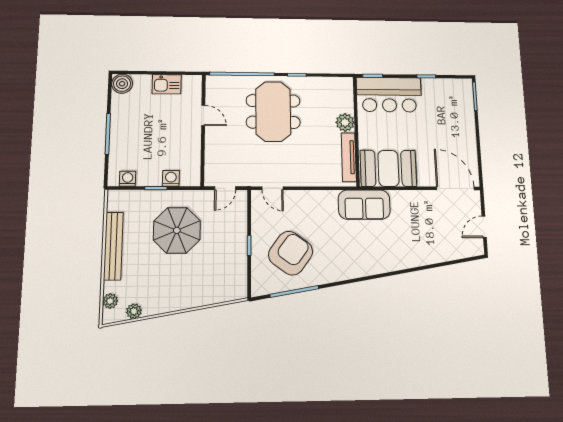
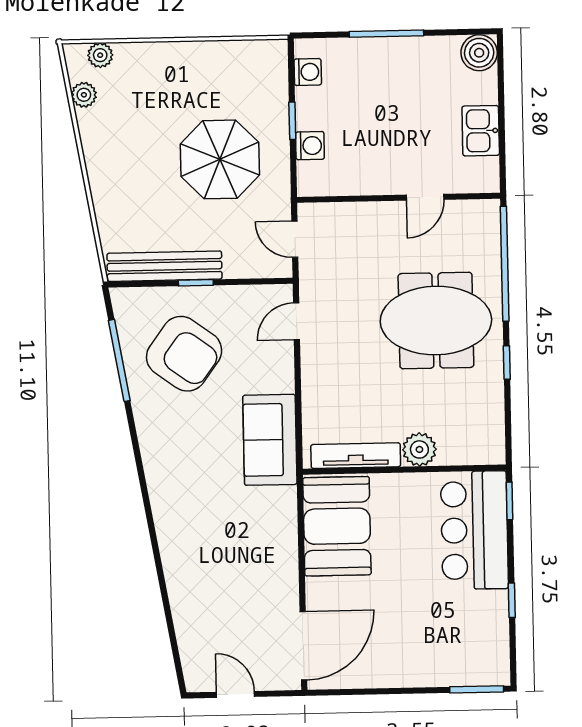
sofa: (364, 205) -> (270, 440), moved
bench: (113, 246) -> (164, 266), moved

